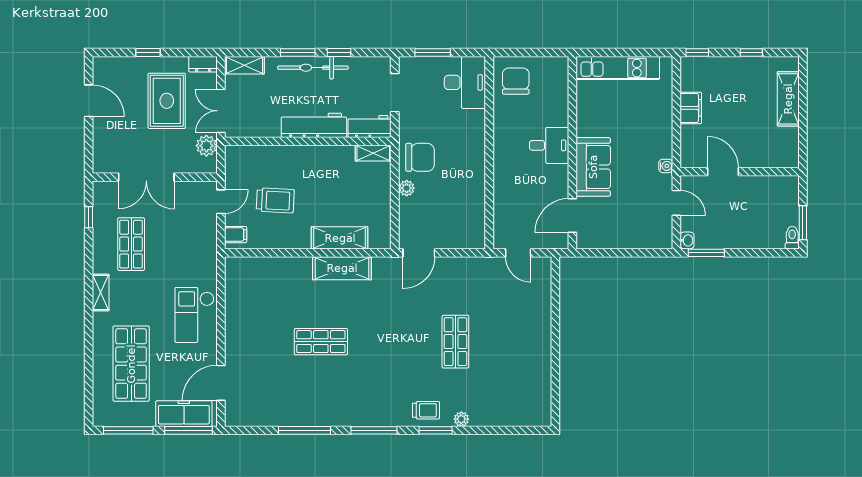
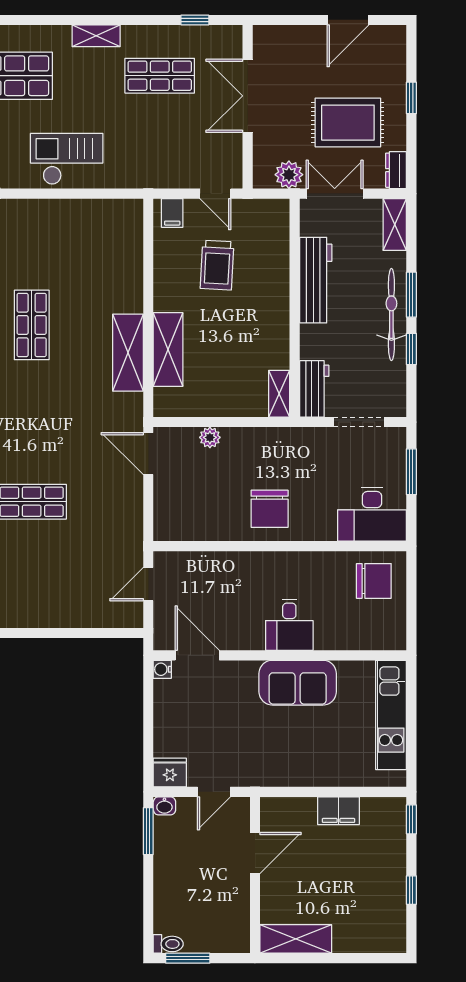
shelving: (788, 99) -> (296, 939), moved
workbench: (314, 125) -> (316, 280), moved
chair: (420, 157) -> (270, 509), moved
water cooler: (666, 166) -> (162, 669), moved, turned 90
sofa: (593, 167) -> (298, 683), moved
plant: (407, 188) -> (210, 437), moved
fridge: (662, 236) -> (170, 773), added

